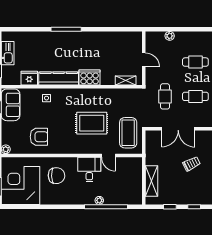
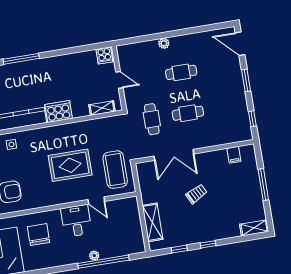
plant: (170, 36) -> (164, 43), moved
cooker: (135, 38) -> (104, 55), added
chair: (56, 176) -> (39, 235), turned -88

